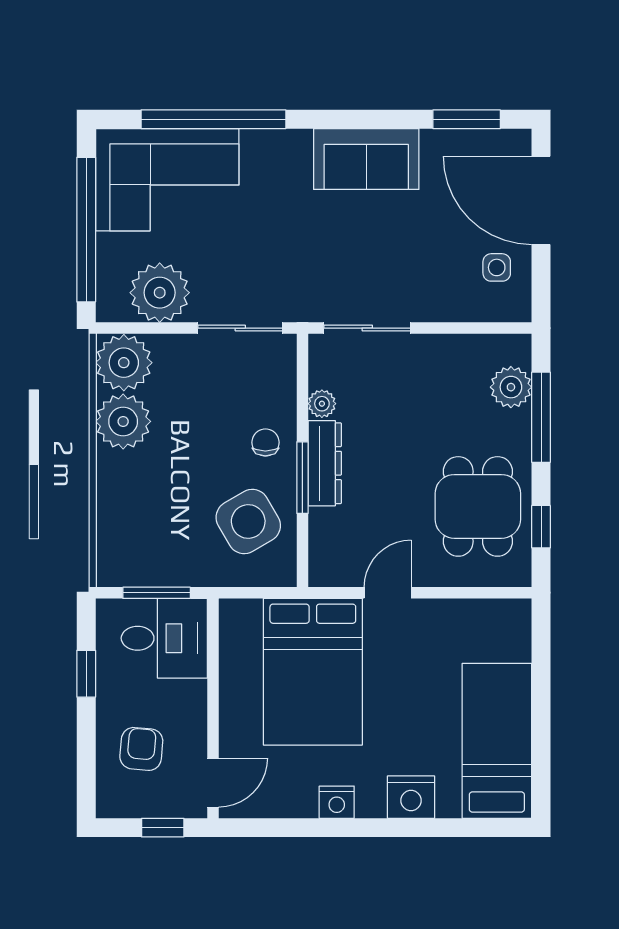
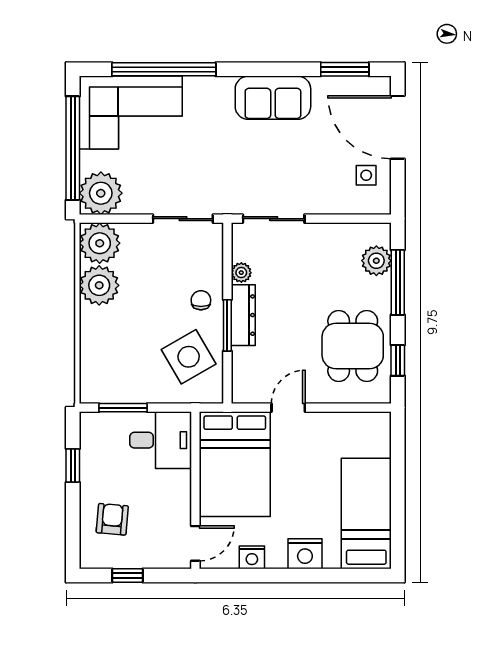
plant: (160, 293) -> (101, 193), moved
desk: (164, 638) -> (161, 440), moved
wall: (213, 708) -> (195, 490), moved
door: (213, 783) -> (195, 543), moved

